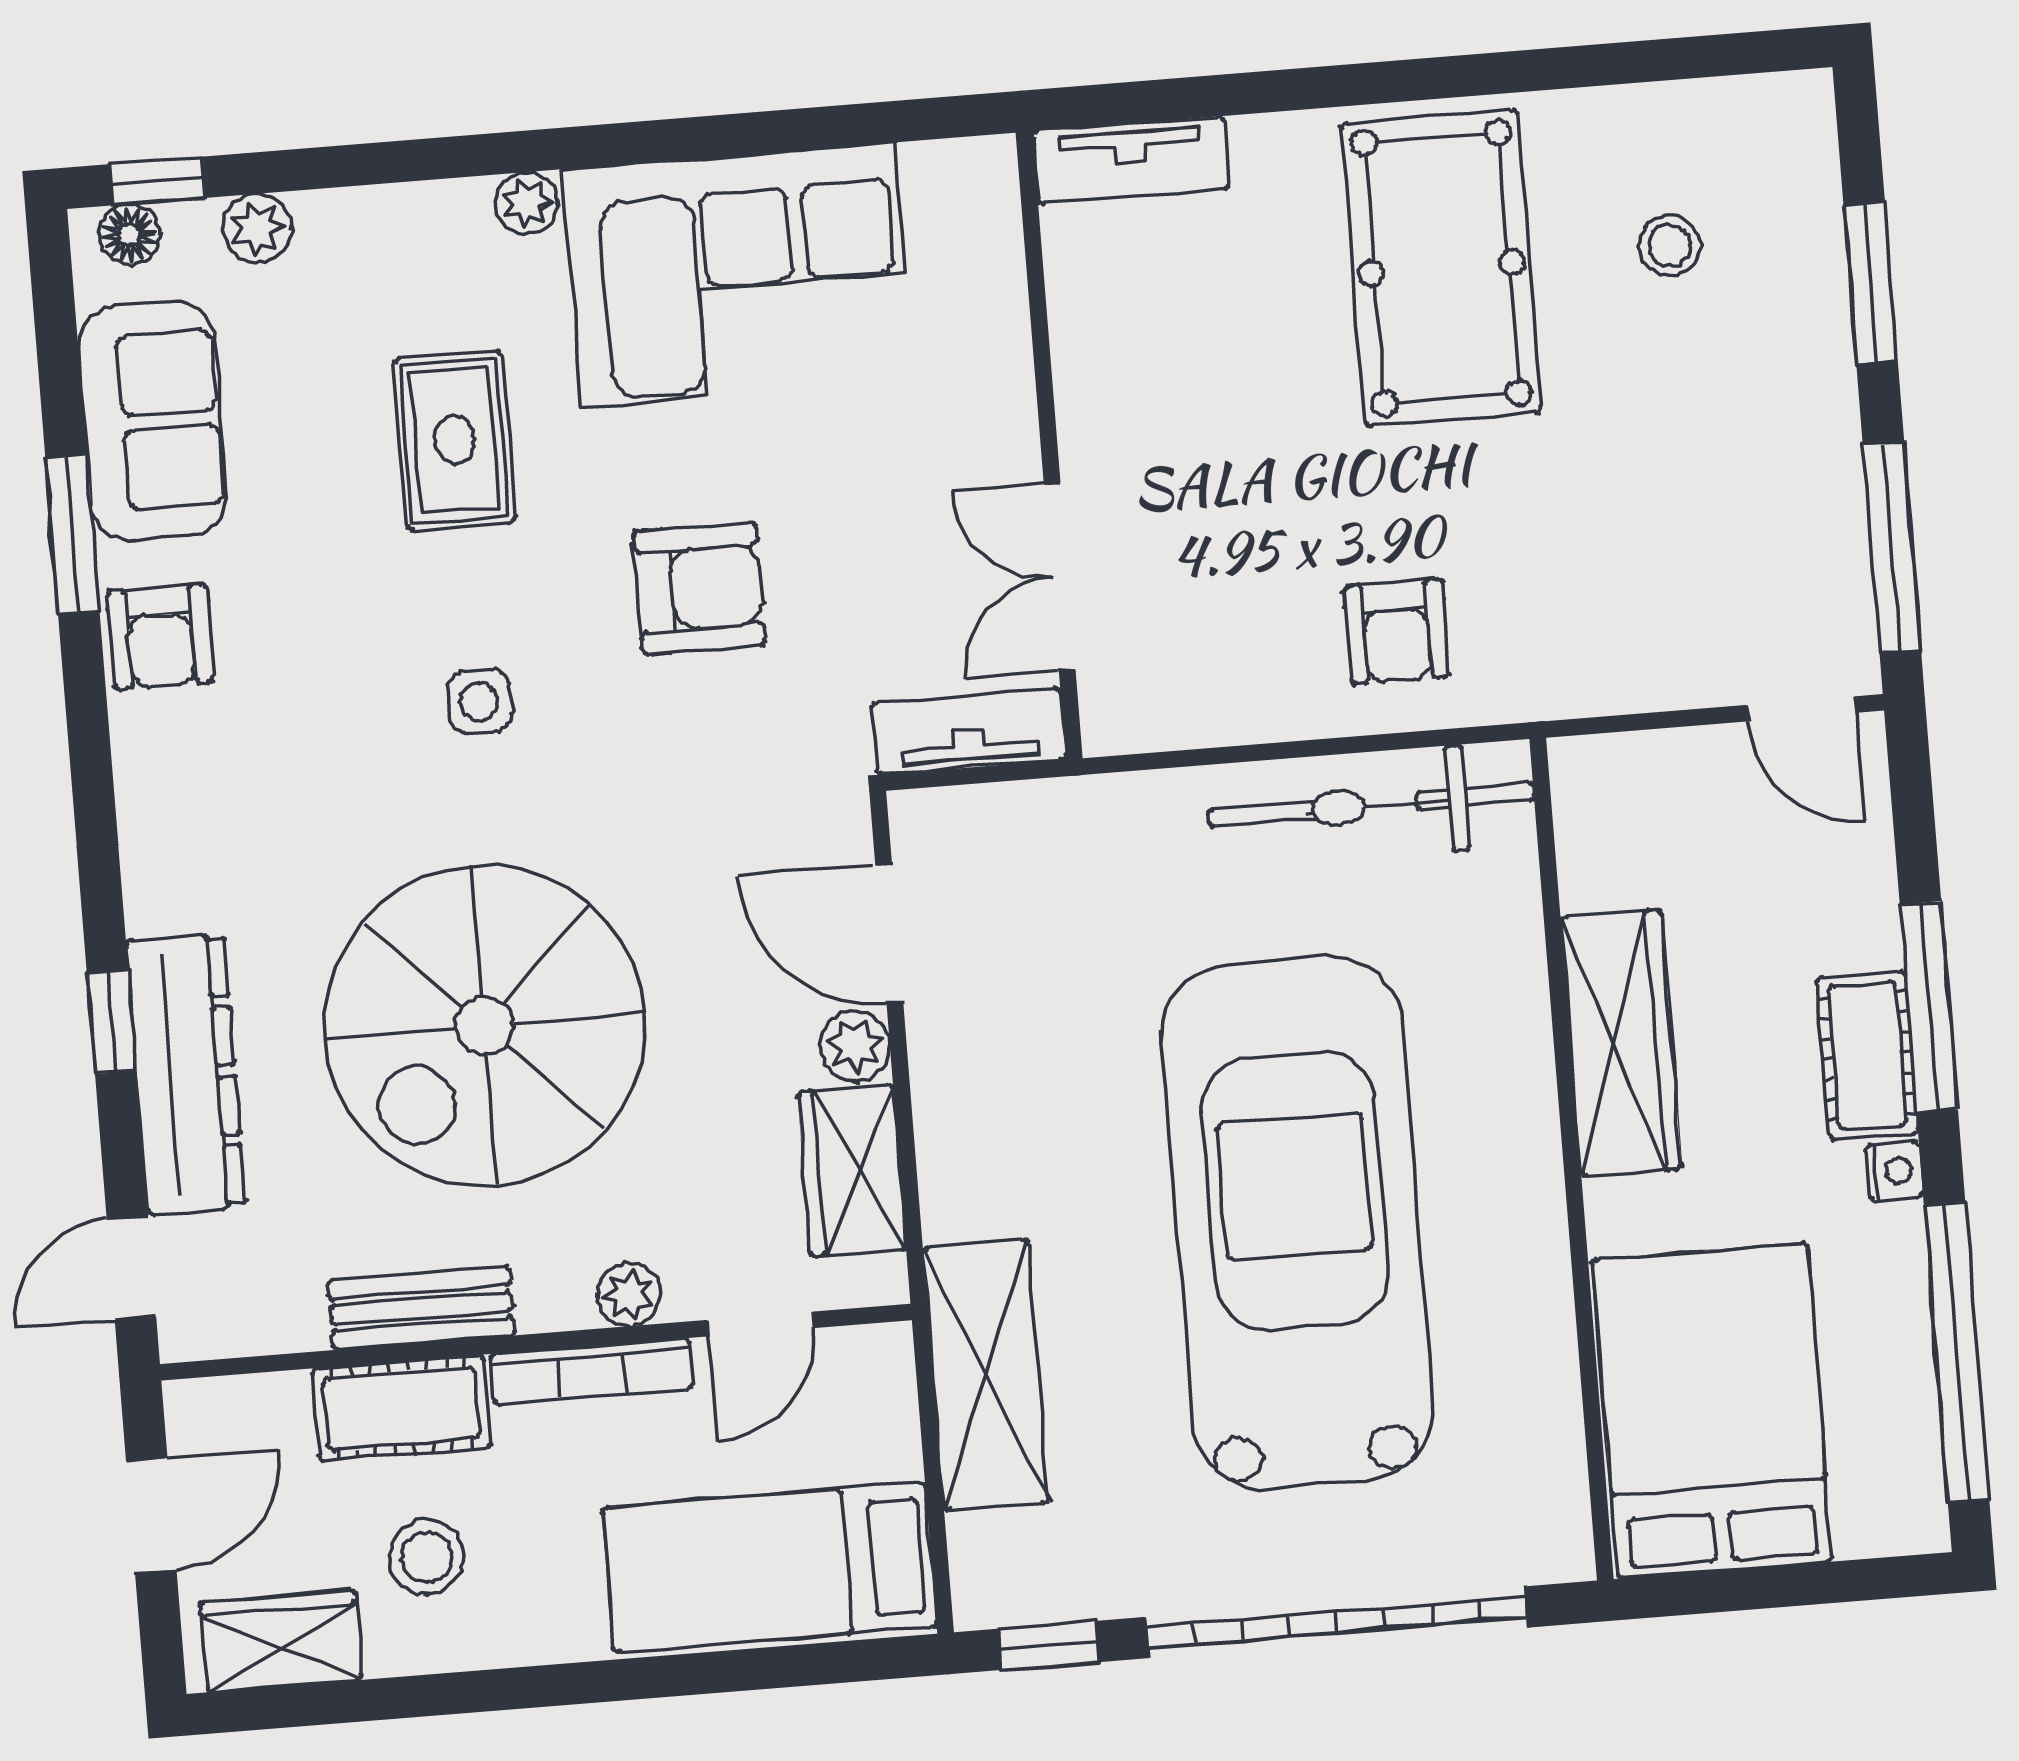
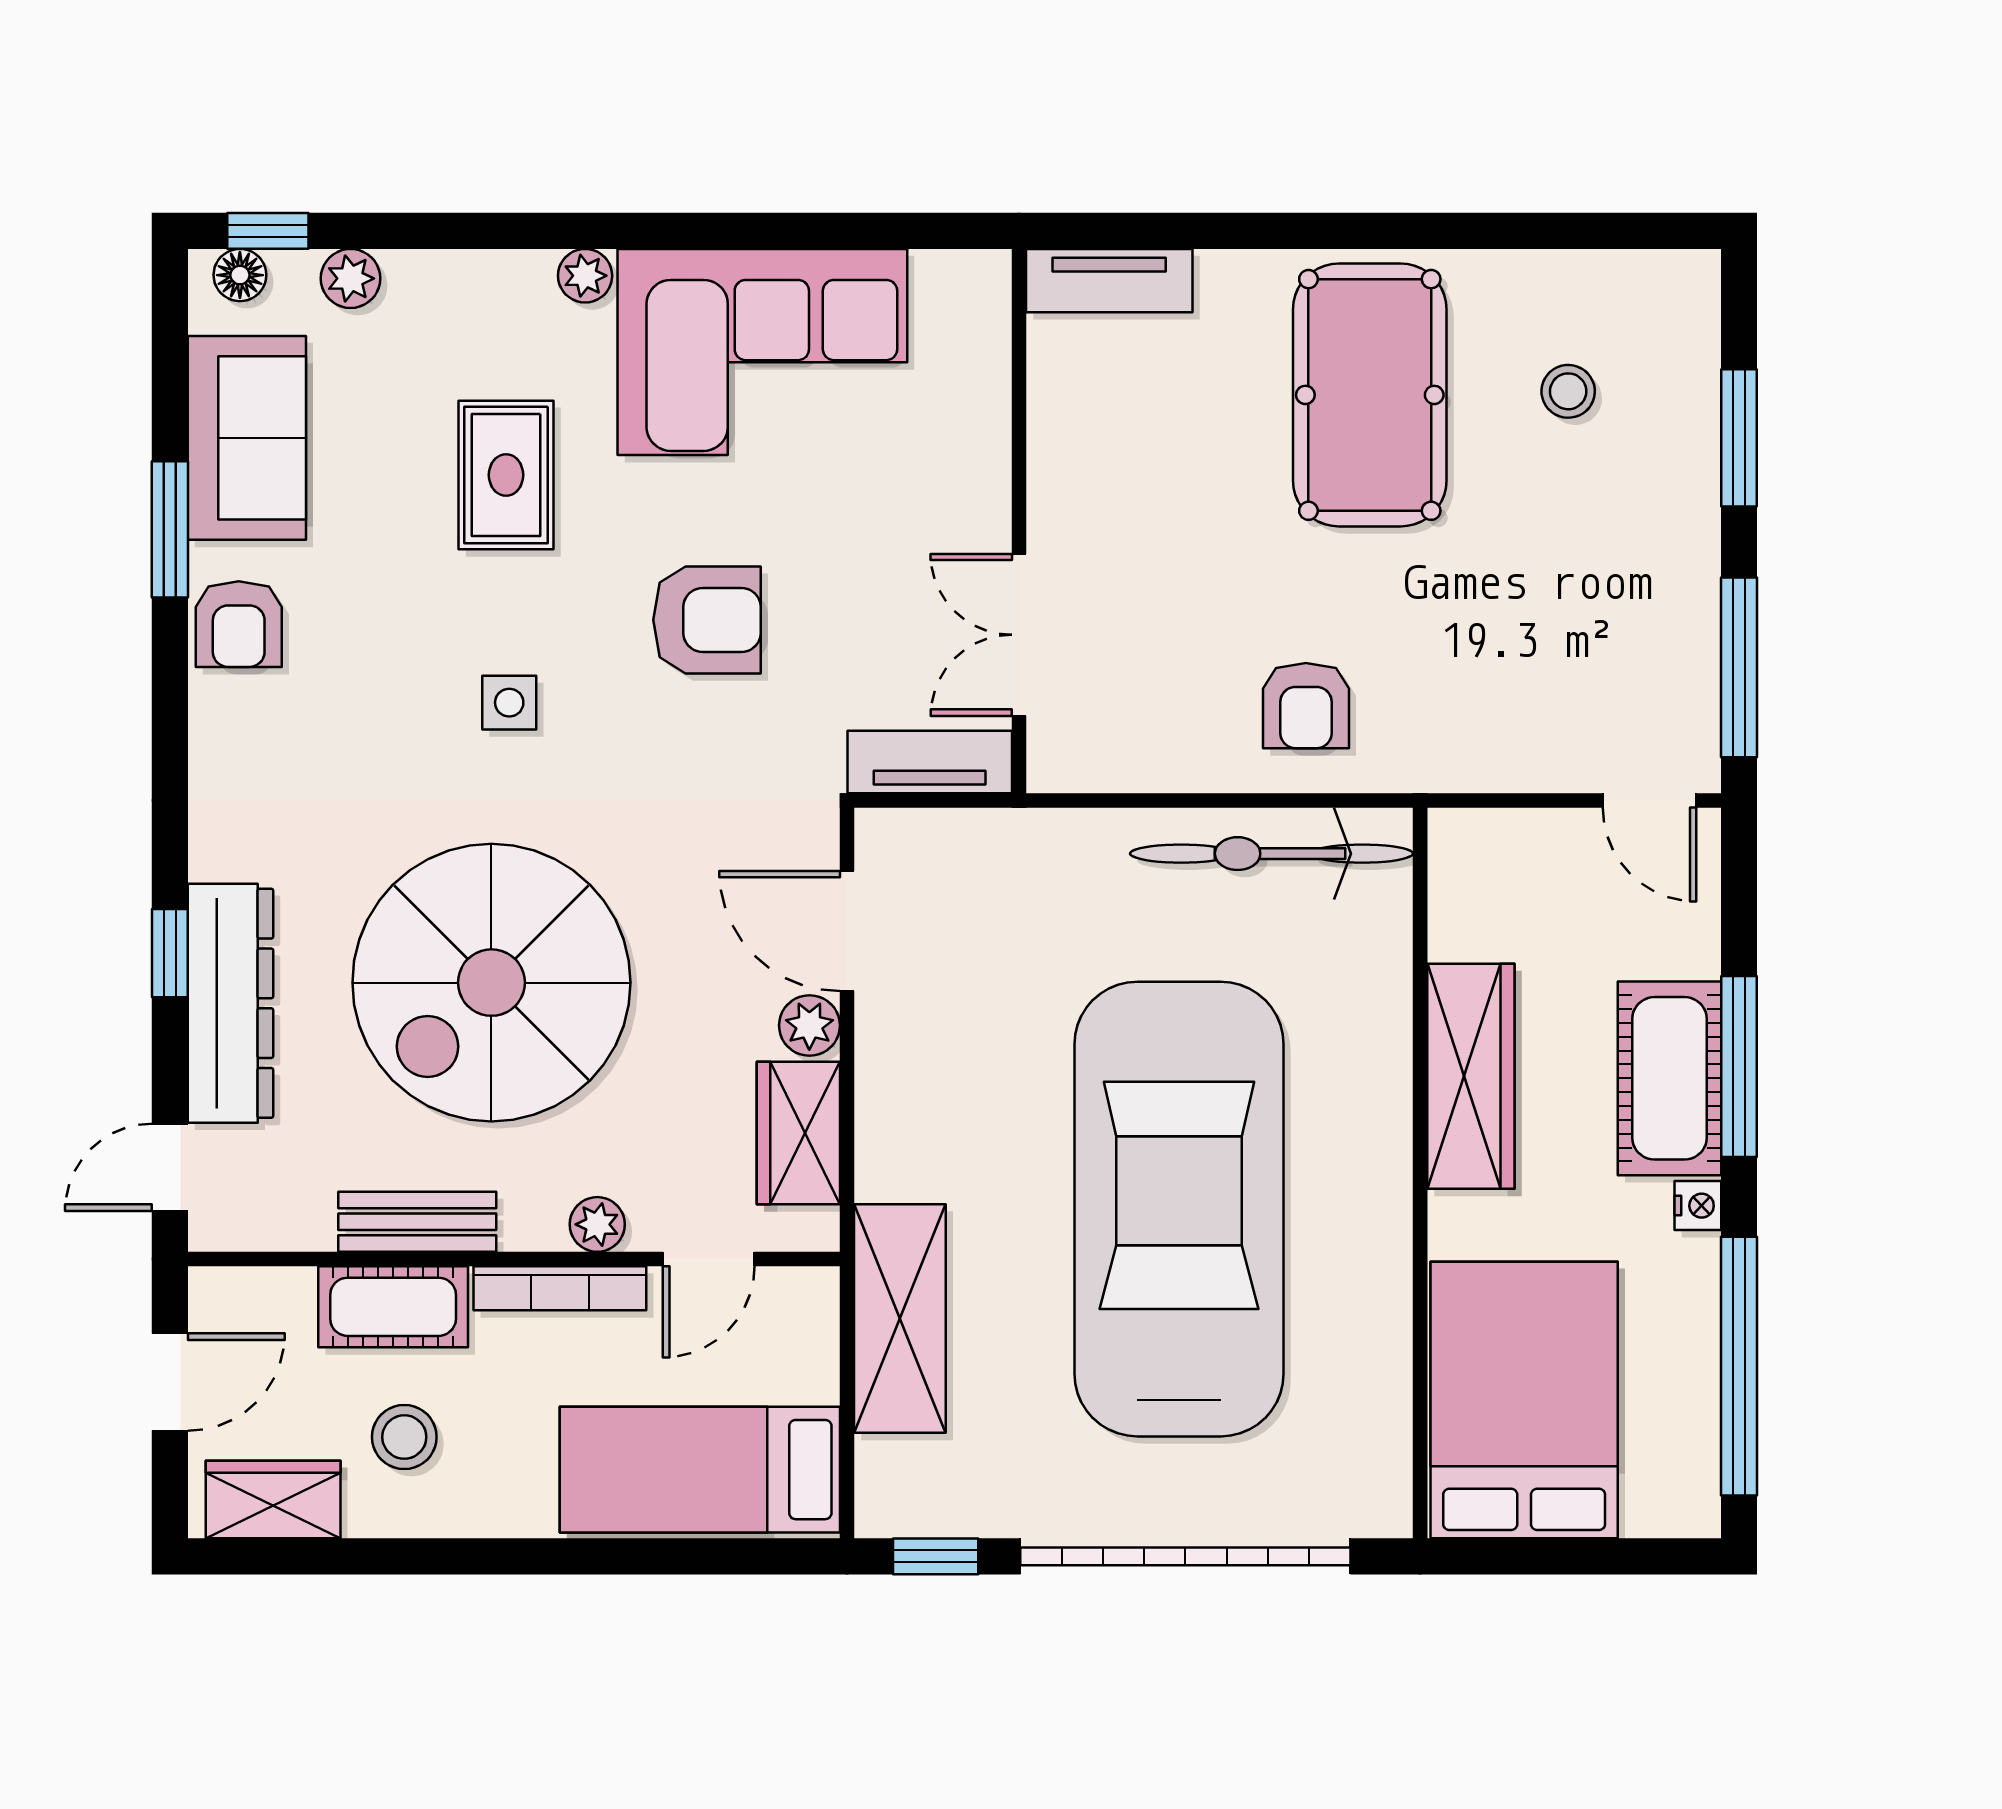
cot: (1867, 1056) -> (1669, 1078), width x1.37, depth x1.34

